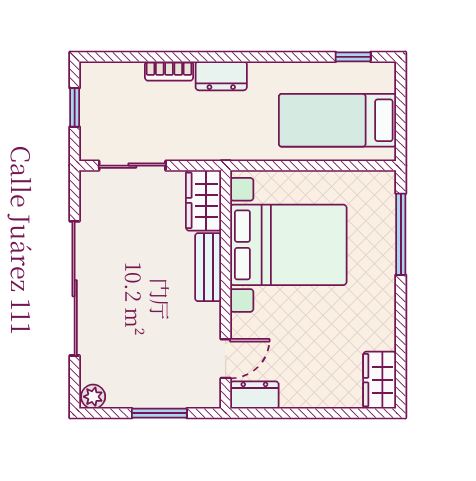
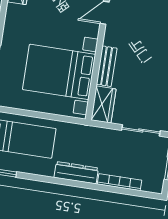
bookcase: (169, 71) -> (119, 182), width x1.56
dresser: (221, 76) -> (76, 173), width x1.44

